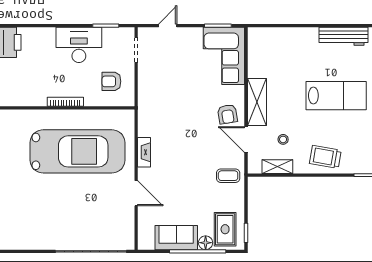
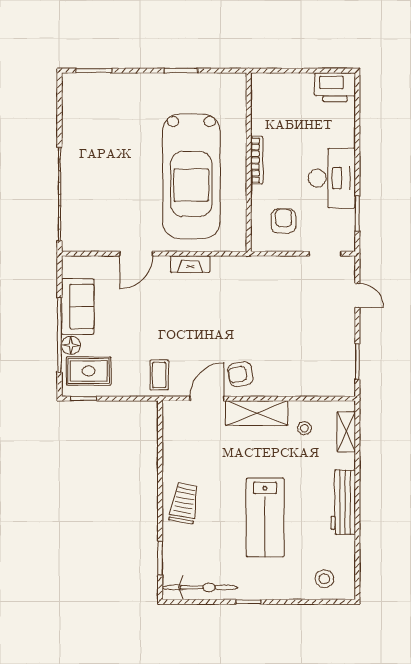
workbench: (343, 36) -> (343, 502), moved
corner sofa: (224, 56) -> (317, 369), removed
stool: (283, 139) -> (304, 428), moved
shelving: (277, 167) -> (346, 432), moved

